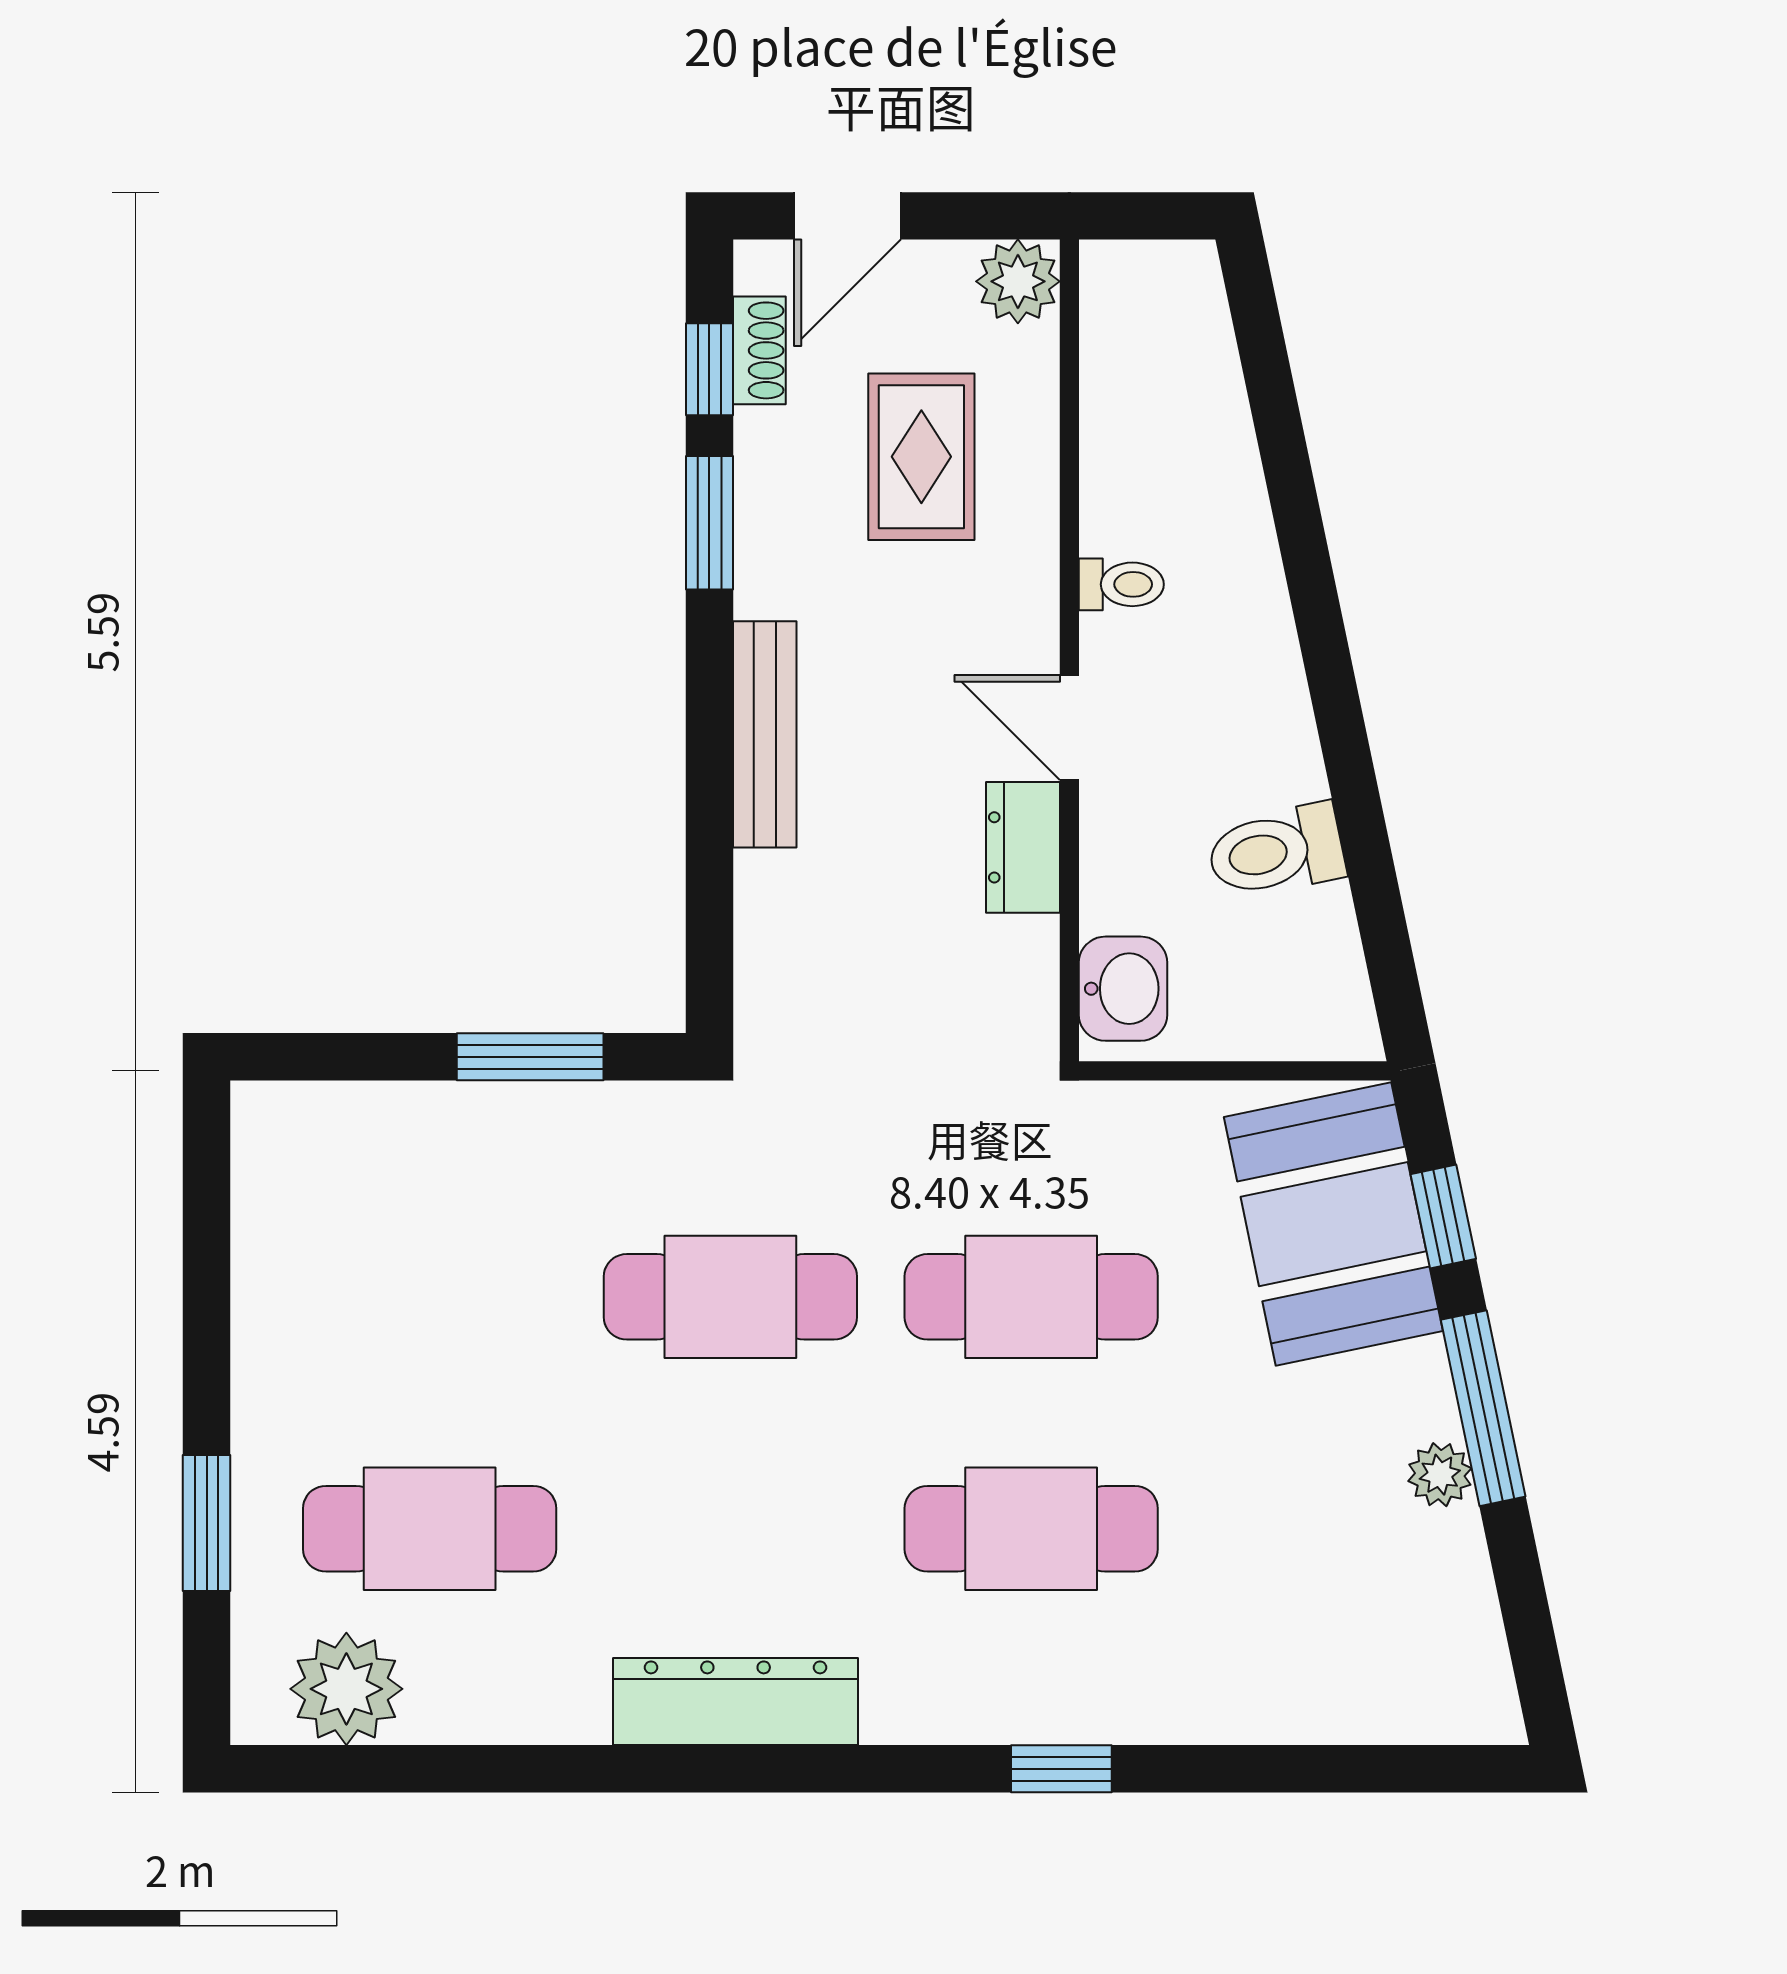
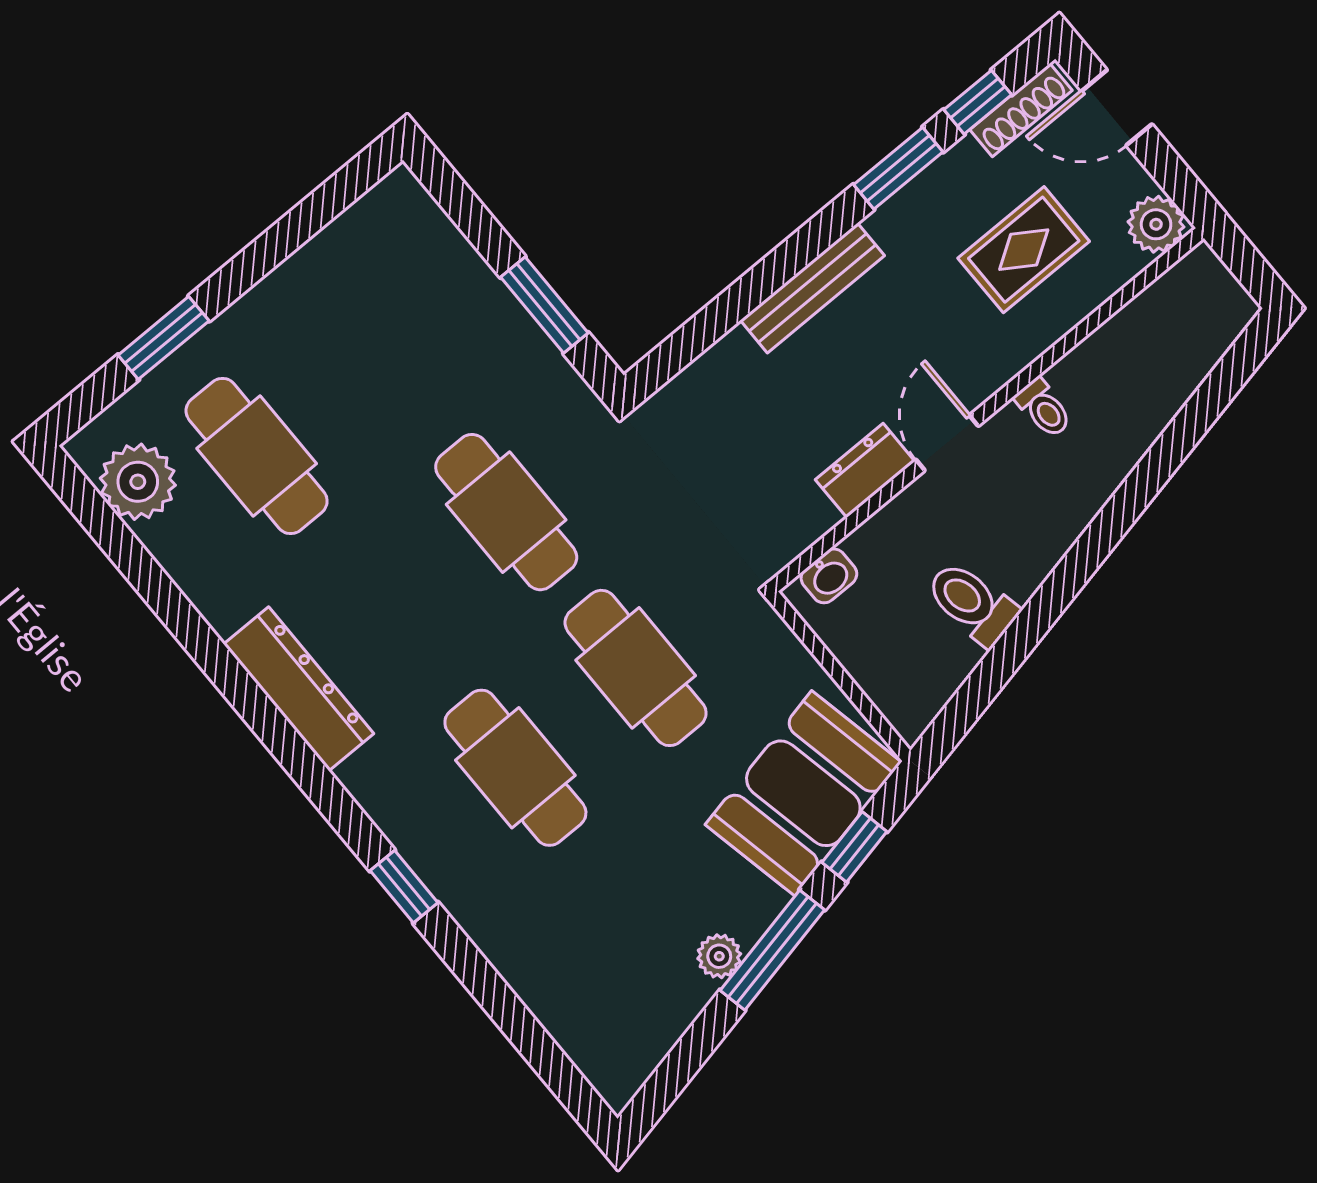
shoe rack: (759, 350) -> (1021, 110), width x1.43
washbasin: (1123, 989) -> (829, 576), width x0.72, depth x0.69

